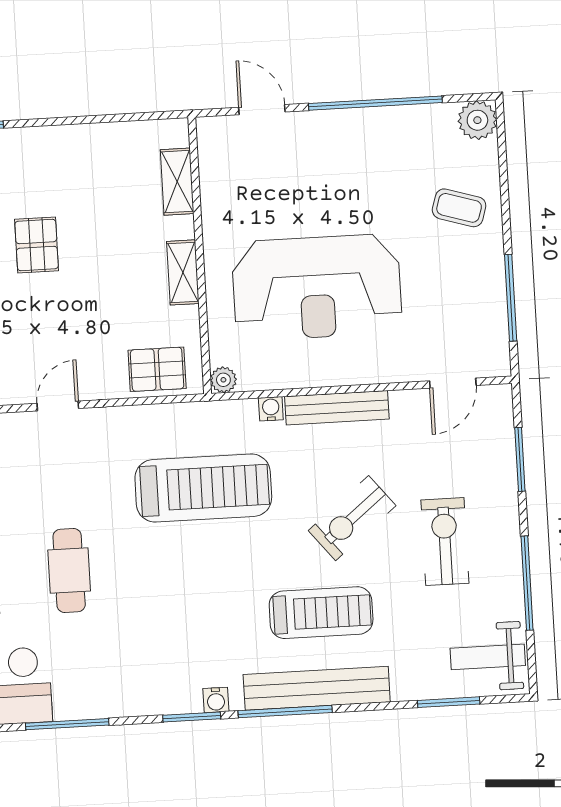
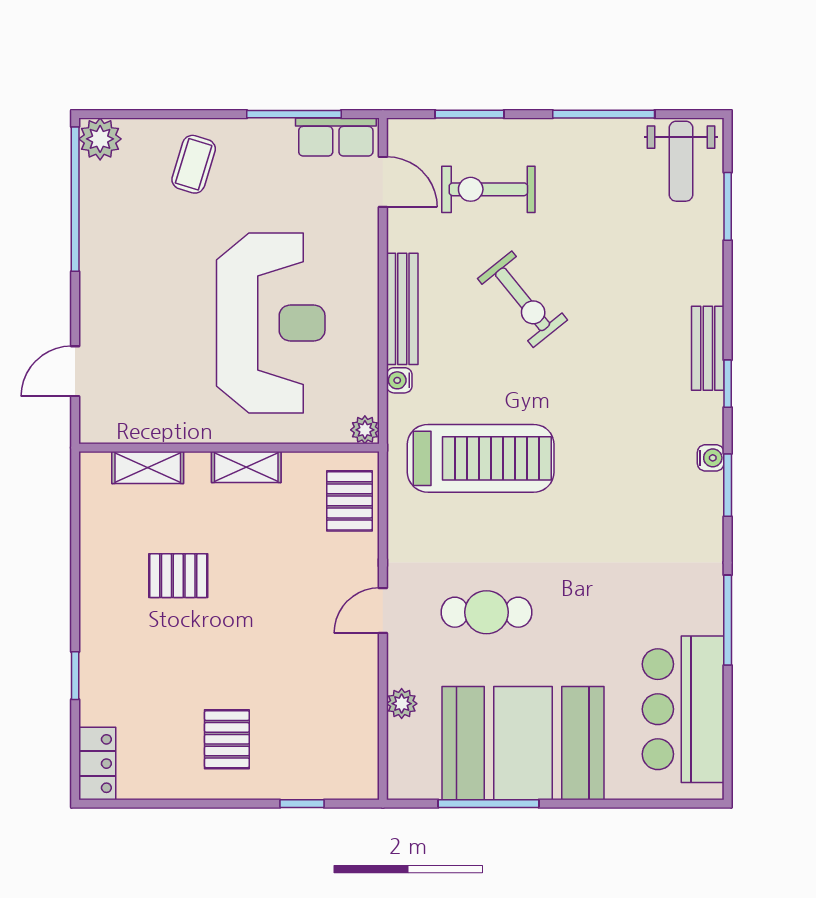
window: (375, 103) -> (75, 199), moved
pallet: (37, 245) -> (178, 576), moved
row of seats: (492, 337) -> (336, 137), added
door: (58, 406) -> (383, 611), hinge flipped
treadmill: (203, 488) -> (481, 458), turned 90
exercise bike: (445, 542) -> (488, 189), moved
cafe table: (69, 571) -> (487, 612), moved
treadmill: (321, 613) -> (623, 339), removed
bench: (317, 688) -> (708, 348), width x0.54, depth x0.82
window: (285, 712) -> (728, 384), width x0.46

